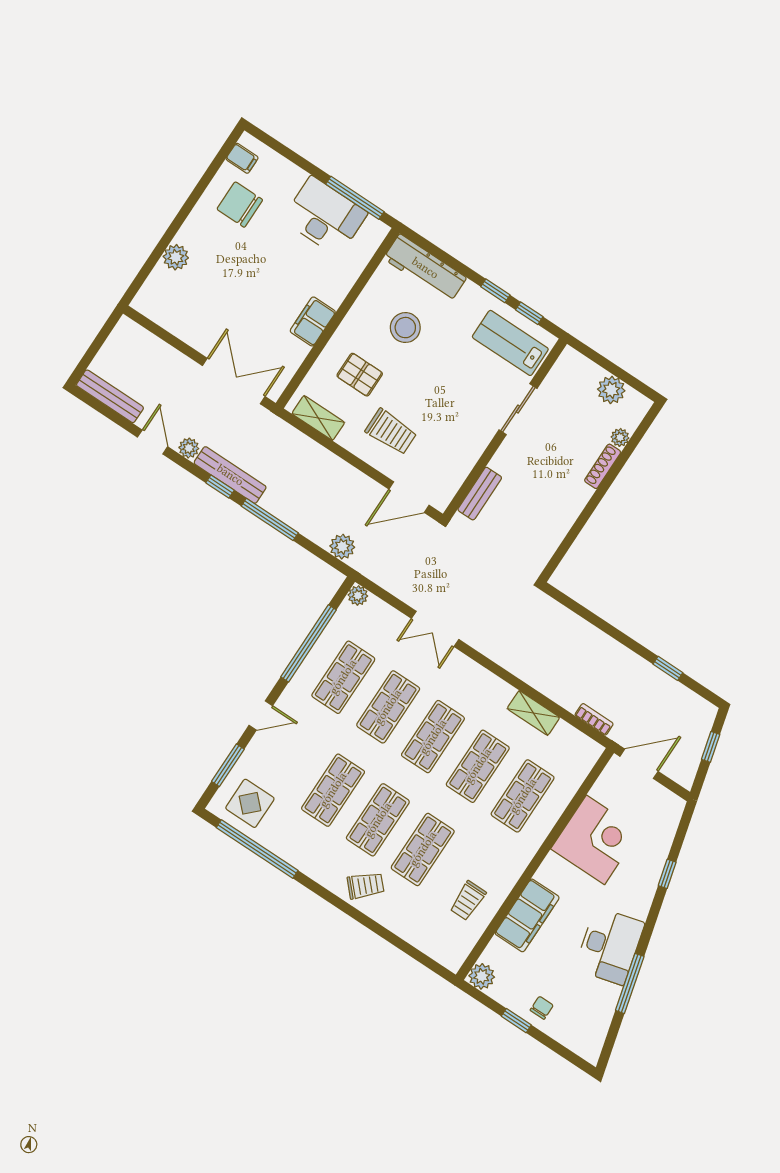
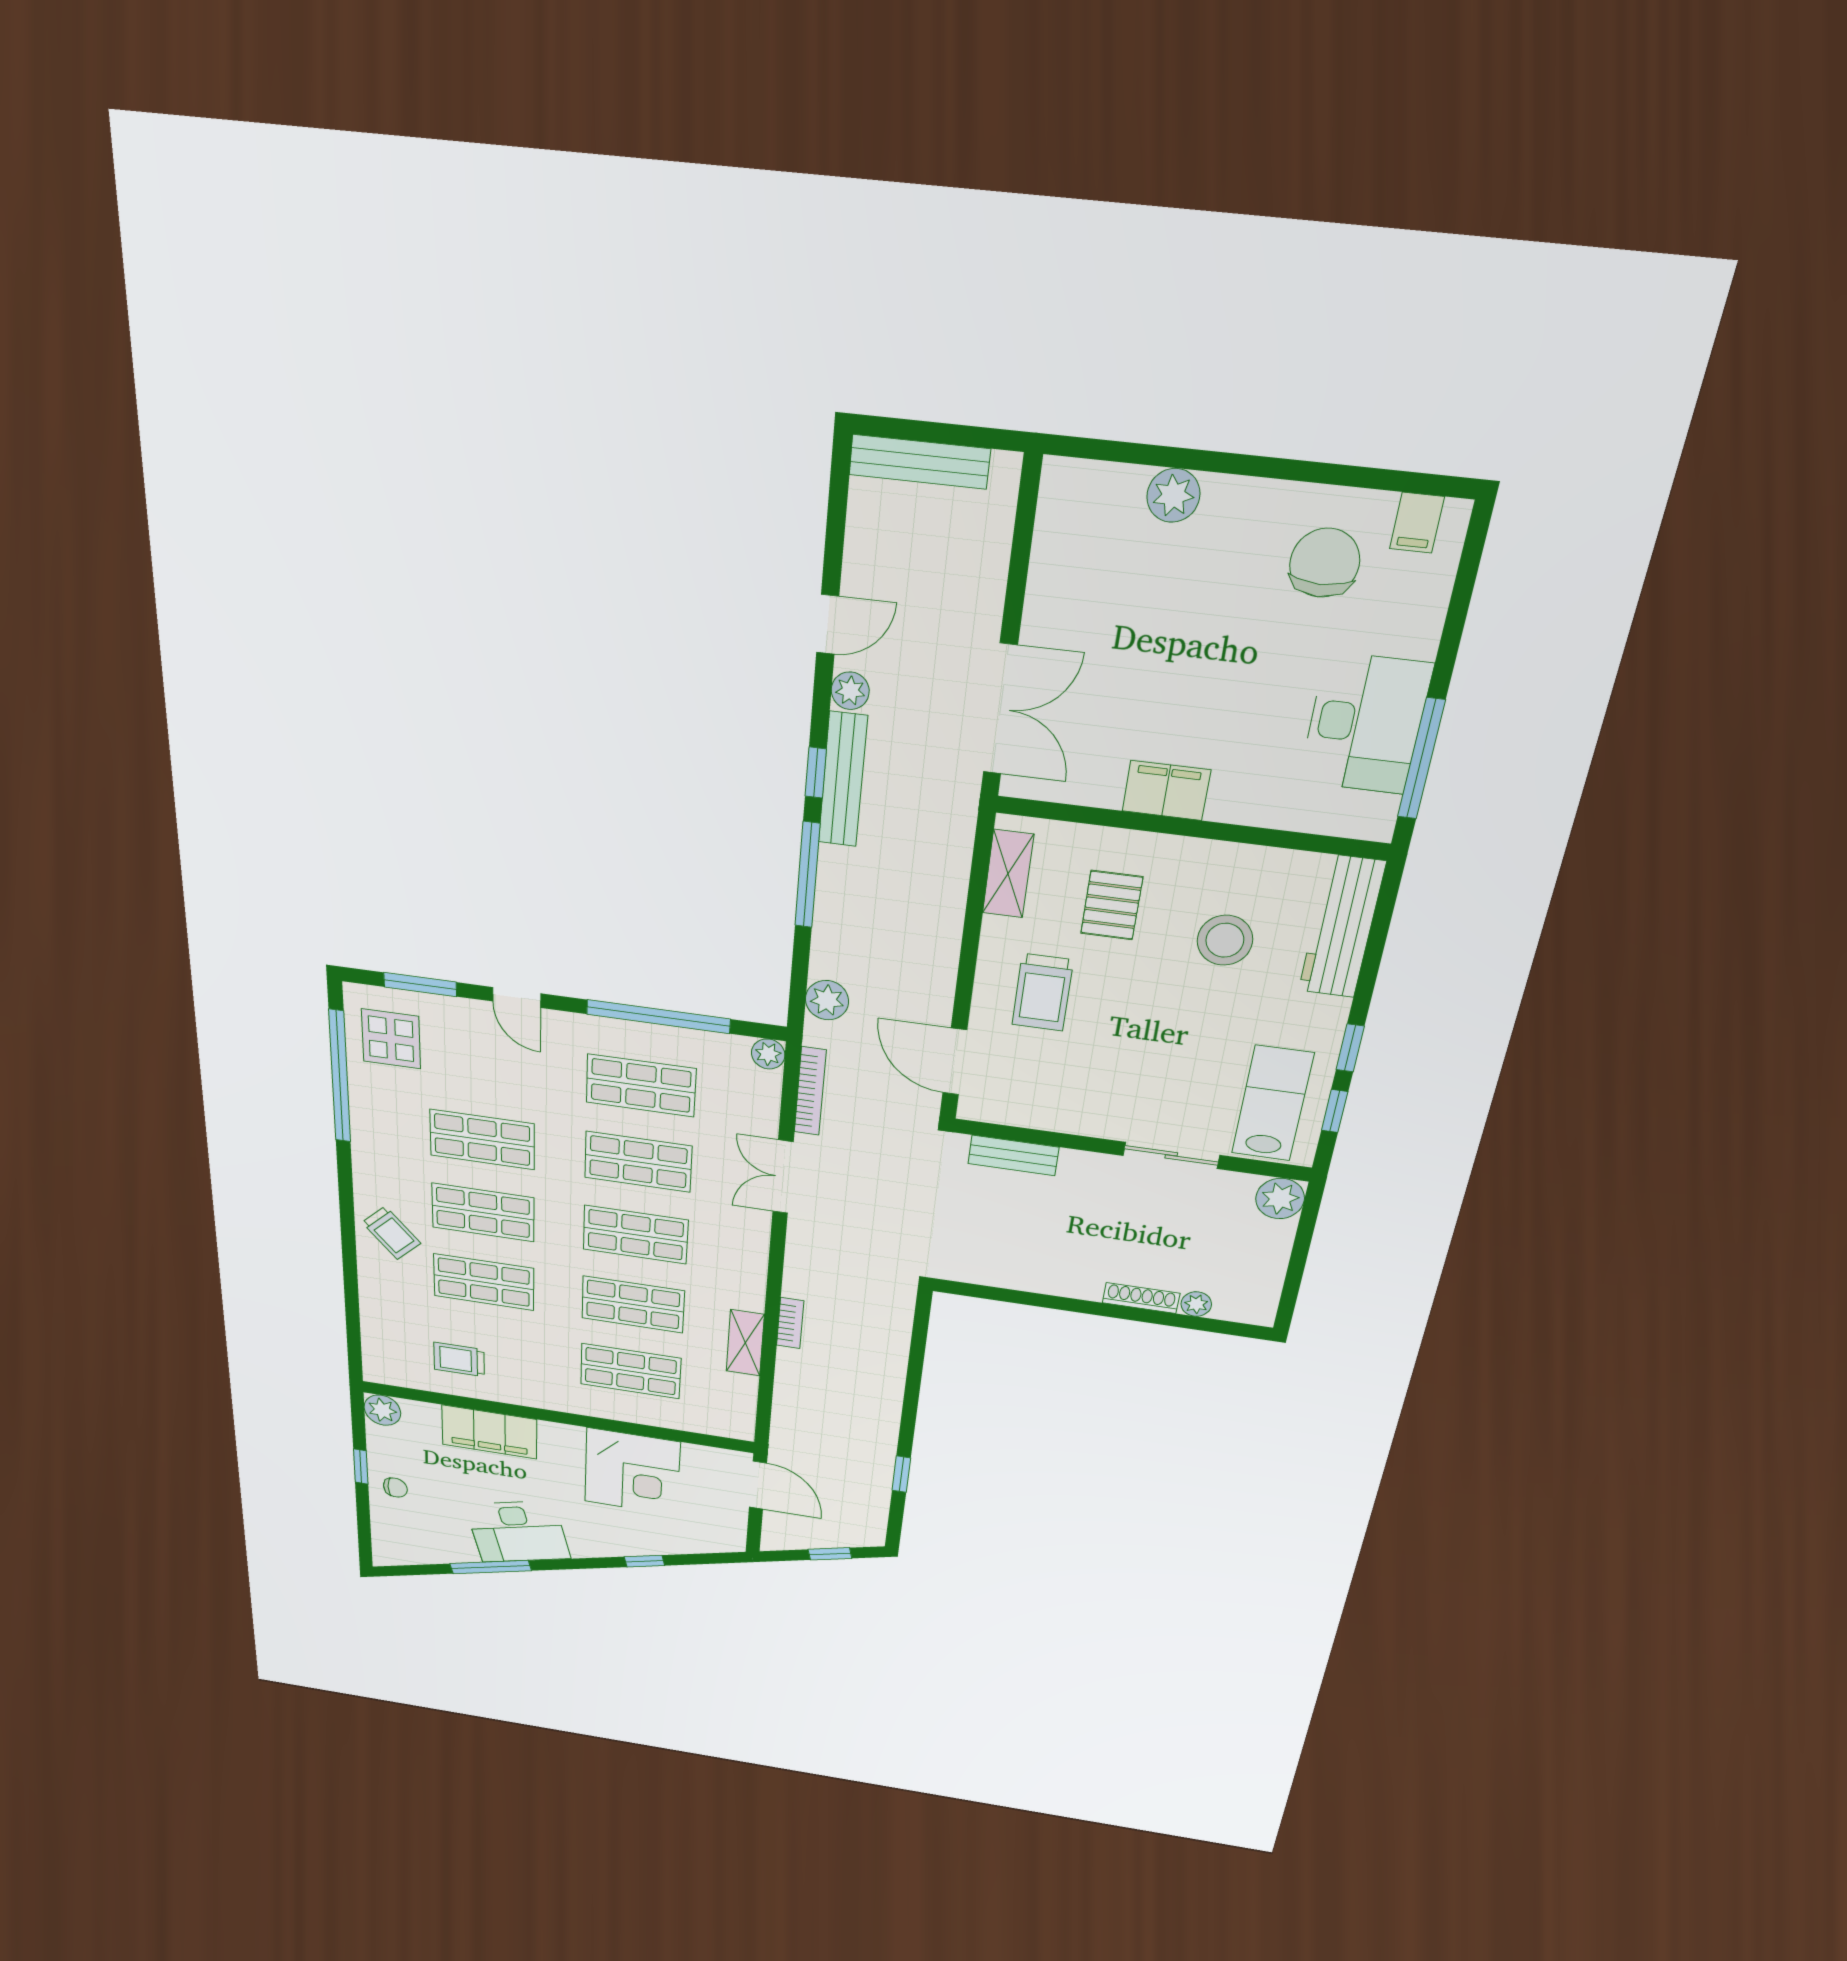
plant: (611, 390) -> (1280, 1199), moved
bench: (110, 396) -> (919, 462), moved, turned 90
bookcase: (390, 585) -> (810, 1091), added
bookcase: (594, 719) -> (790, 1323), moved

